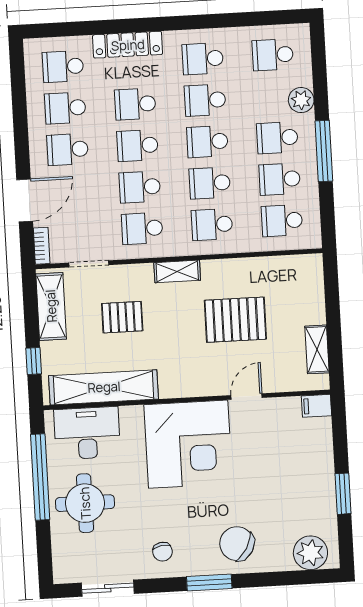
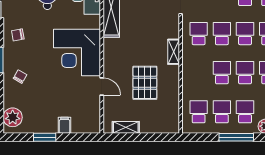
school desk: (212, 225) -> (199, 73), removed
pallet: (122, 317) -> (150, 20), removed
filing cabinet: (316, 406) -> (65, 125), moved
chair: (237, 544) -> (20, 77), width x0.54, depth x0.54

